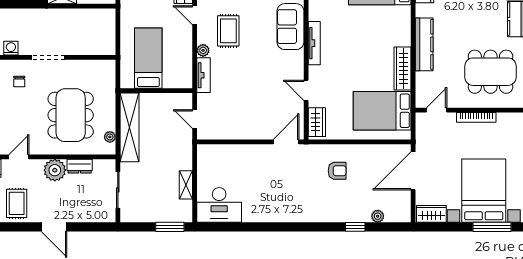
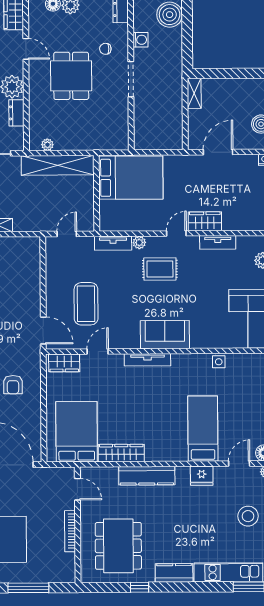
bed: (148, 58) -> (131, 178), width x1.50
coffee table: (261, 101) -> (86, 304), added
dining table: (71, 115) -> (71, 76), moved, width x0.73

